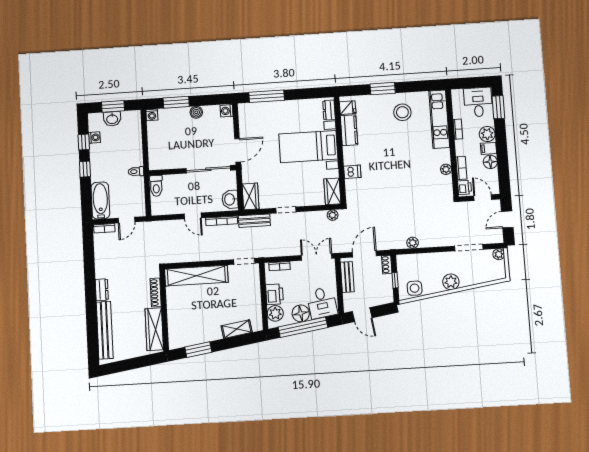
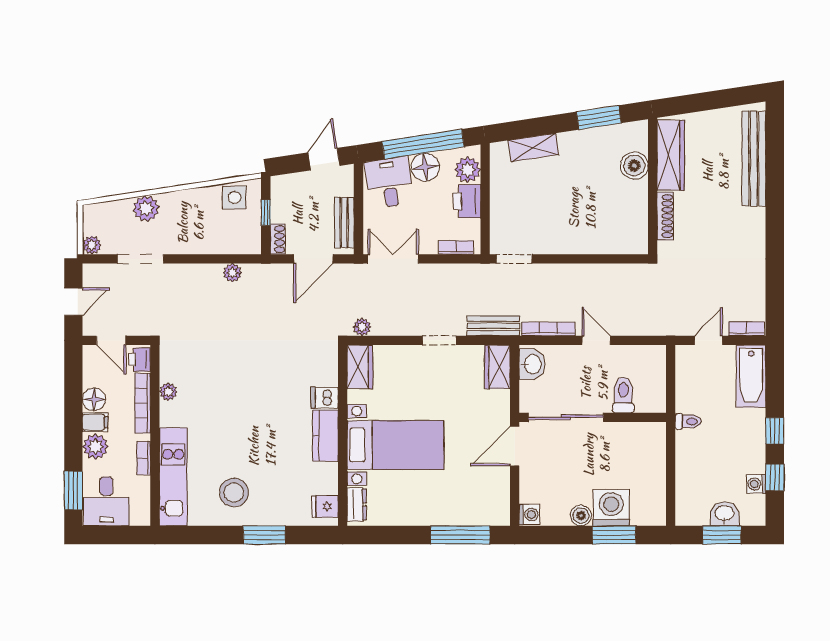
washing machine: (152, 115) -> (611, 508), moved, width x1.89, depth x1.89
kitchen counter: (349, 130) -> (325, 436), moved
bookcase: (461, 168) -> (143, 403), width x1.56
toilet: (156, 186) -> (623, 395), moved
double door: (317, 257) -> (393, 259), swing flipped
shelving: (196, 276) -> (596, 240), removed
plant: (451, 282) -> (146, 209), moved
dresser: (102, 290) -> (756, 226), removed
door: (362, 315) -> (324, 159), hinge flipped
boiler: (176, 322) -> (634, 166), added

